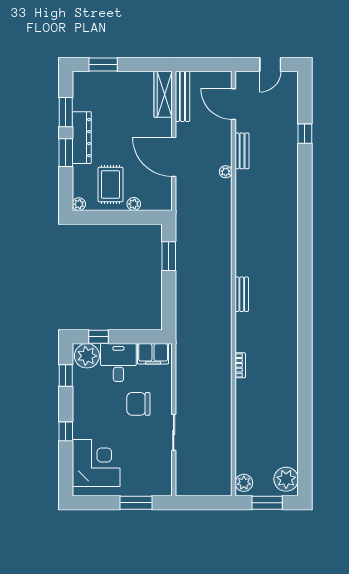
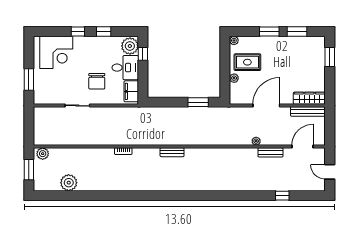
dresser: (82, 138) -> (280, 42), removed
window: (66, 376) -> (104, 31), moved
chair: (138, 404) -> (97, 81), turned 180
plant: (286, 479) -> (69, 183), moved

